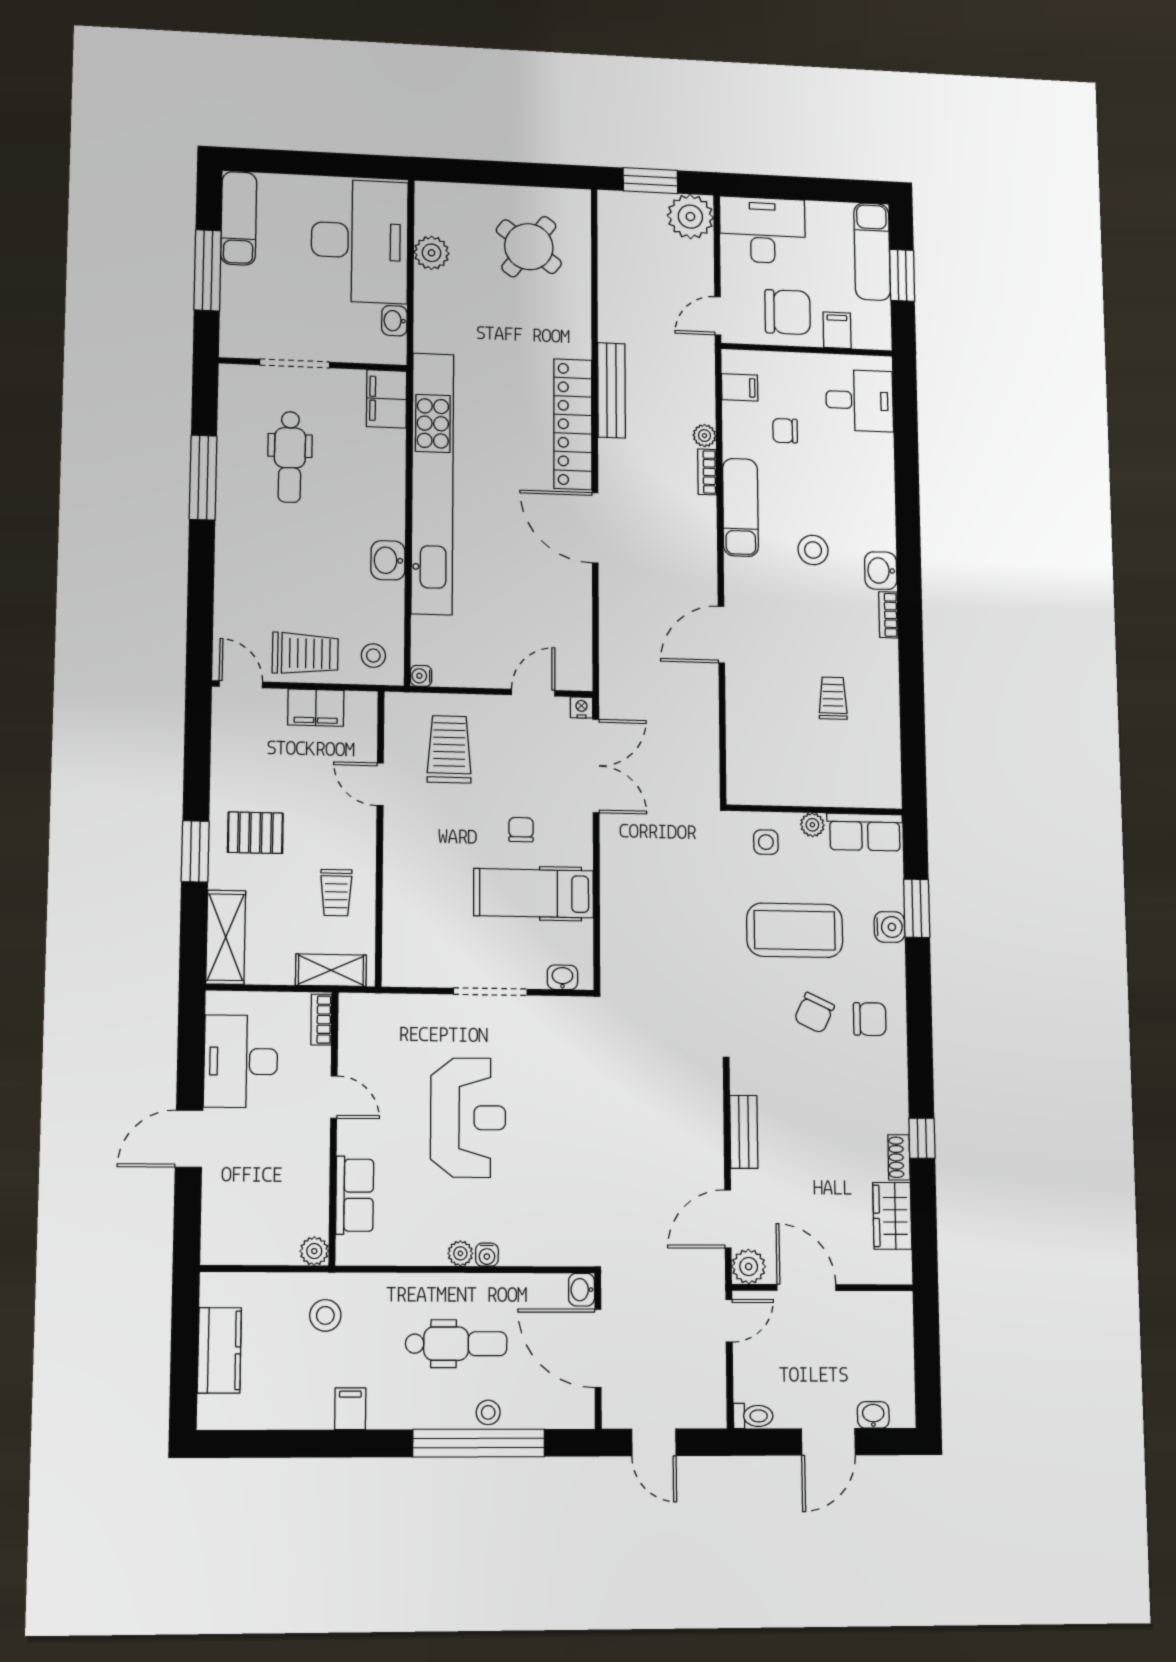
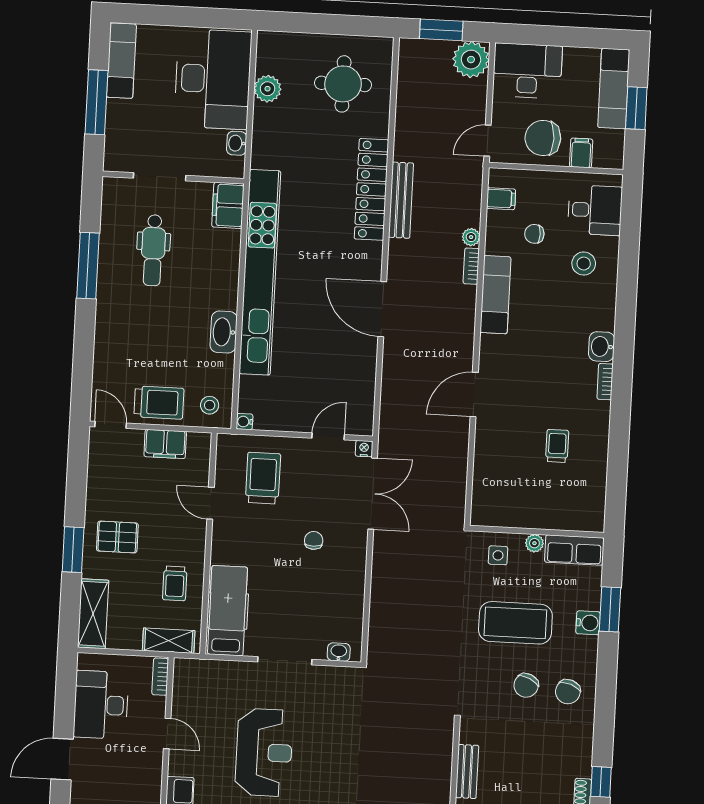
round table: (529, 247) -> (343, 84), turned -37
chair: (788, 312) -> (543, 138), turned 180
locker: (573, 424) -> (371, 189), moved
stool: (813, 550) -> (584, 264), moved
washbasin: (388, 560) -> (224, 332), width x1.38
hospital bed: (534, 893) -> (227, 611), moved, turned 90
chair: (870, 1019) -> (568, 692), turned 110

